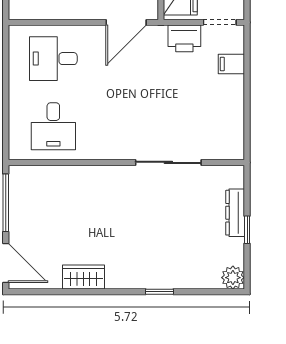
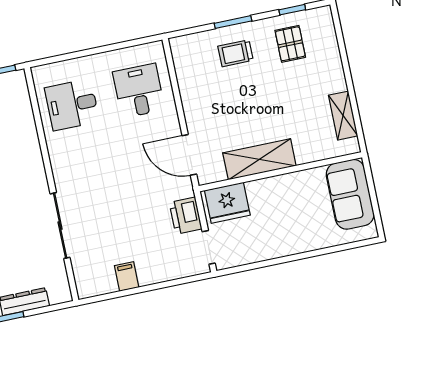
filing cabinet: (231, 64) -> (127, 276), moved

